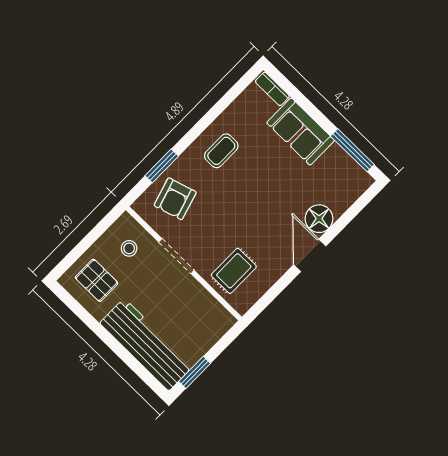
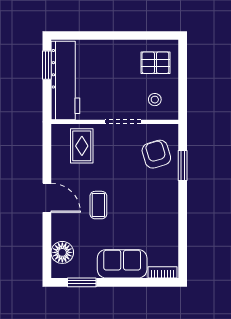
window: (352, 150) -> (82, 282), width x0.69
coffee table: (221, 151) -> (98, 205), moved
floor lamp: (319, 219) -> (62, 252), moved
workbench: (146, 345) -> (65, 81), moved, turned -90

